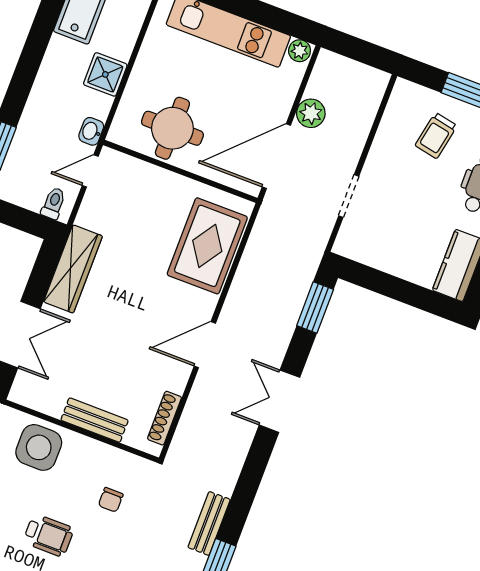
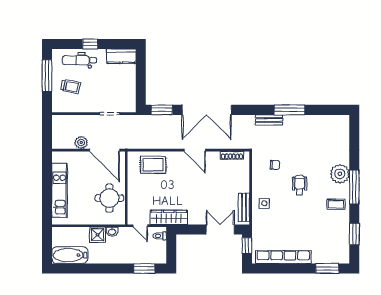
plant: (300, 51) -> (57, 157), removed
washbasin: (91, 131) -> (112, 232), moved
rug: (207, 246) -> (153, 165), width x0.73, depth x0.70
wardrobe: (73, 269) -> (169, 217), moved
double door: (279, 401) -> (207, 110), width x1.87
bench: (95, 420) -> (244, 207), moved
side table: (39, 447) -> (264, 203), width x0.54, depth x0.54

